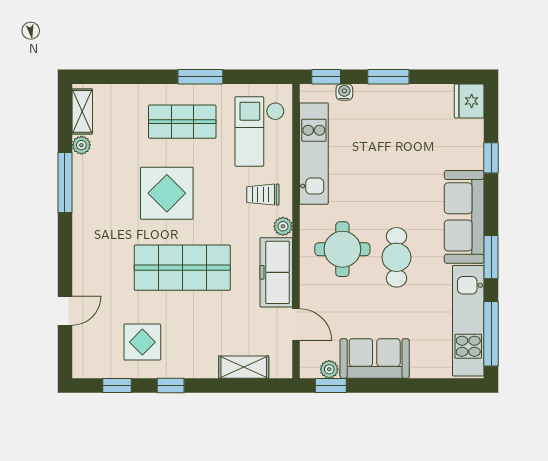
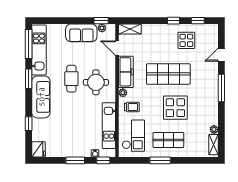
window: (65, 182) -> (221, 88), moved
shelving: (244, 367) -> (130, 29), moved

